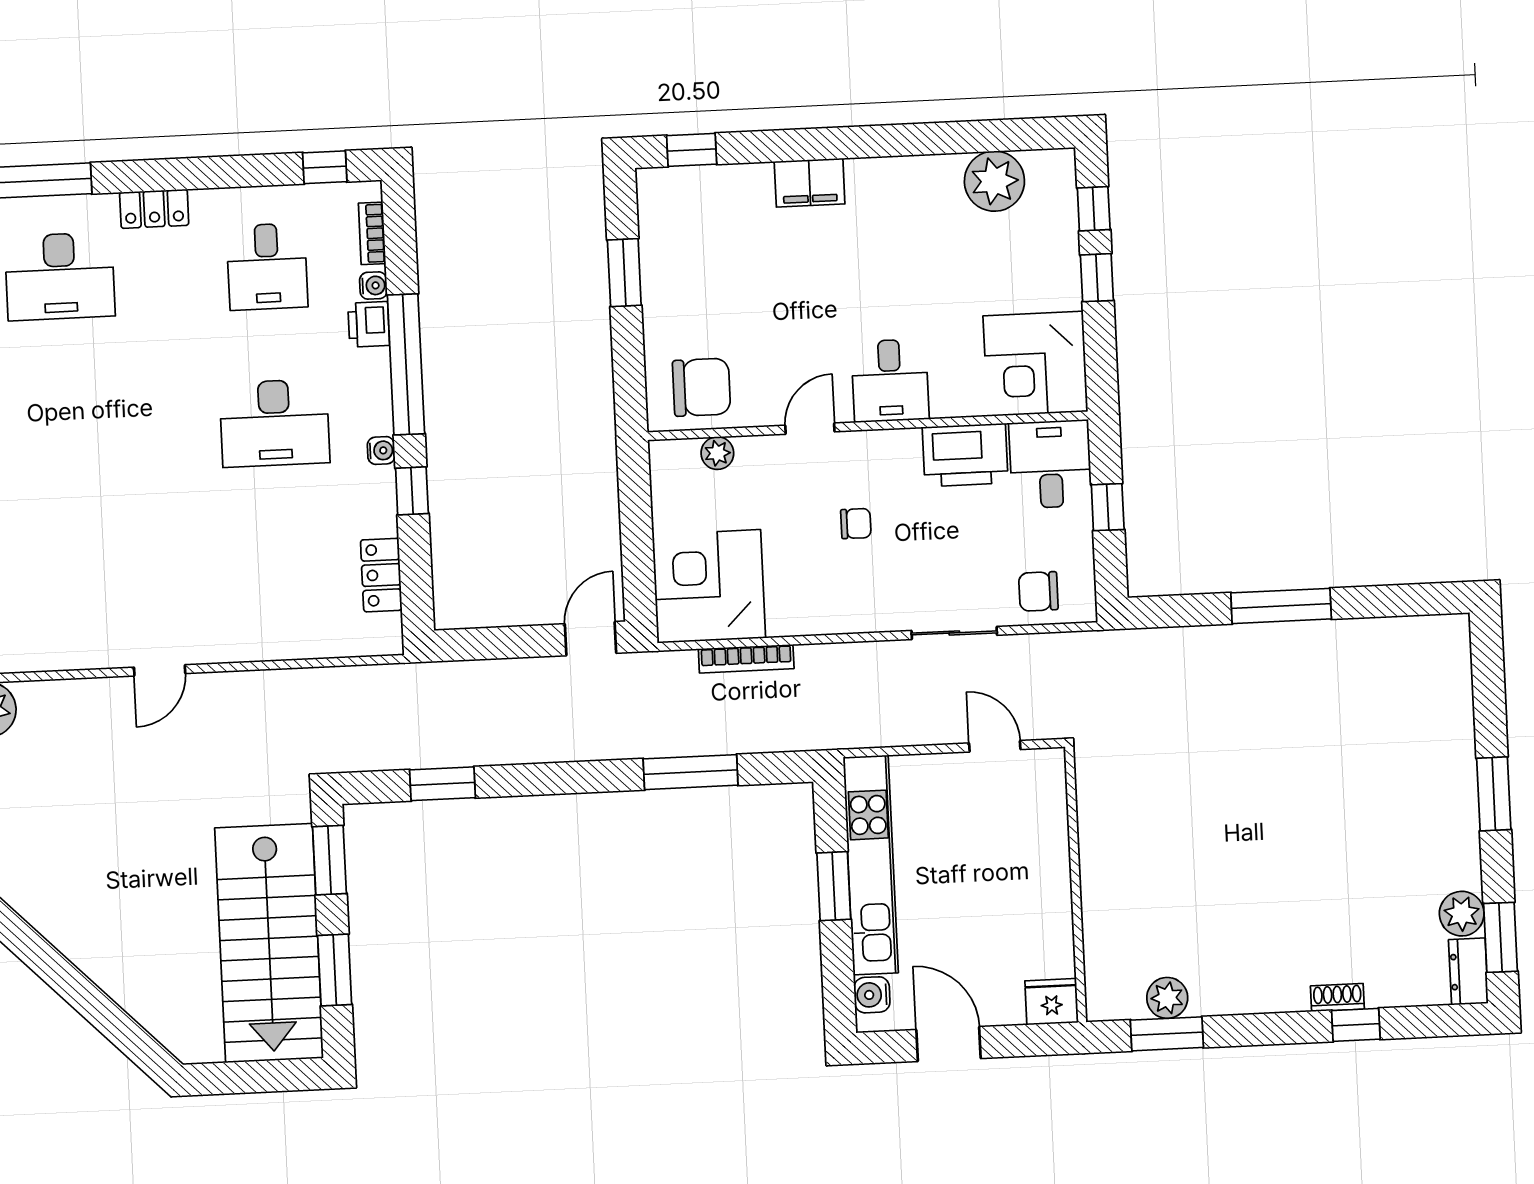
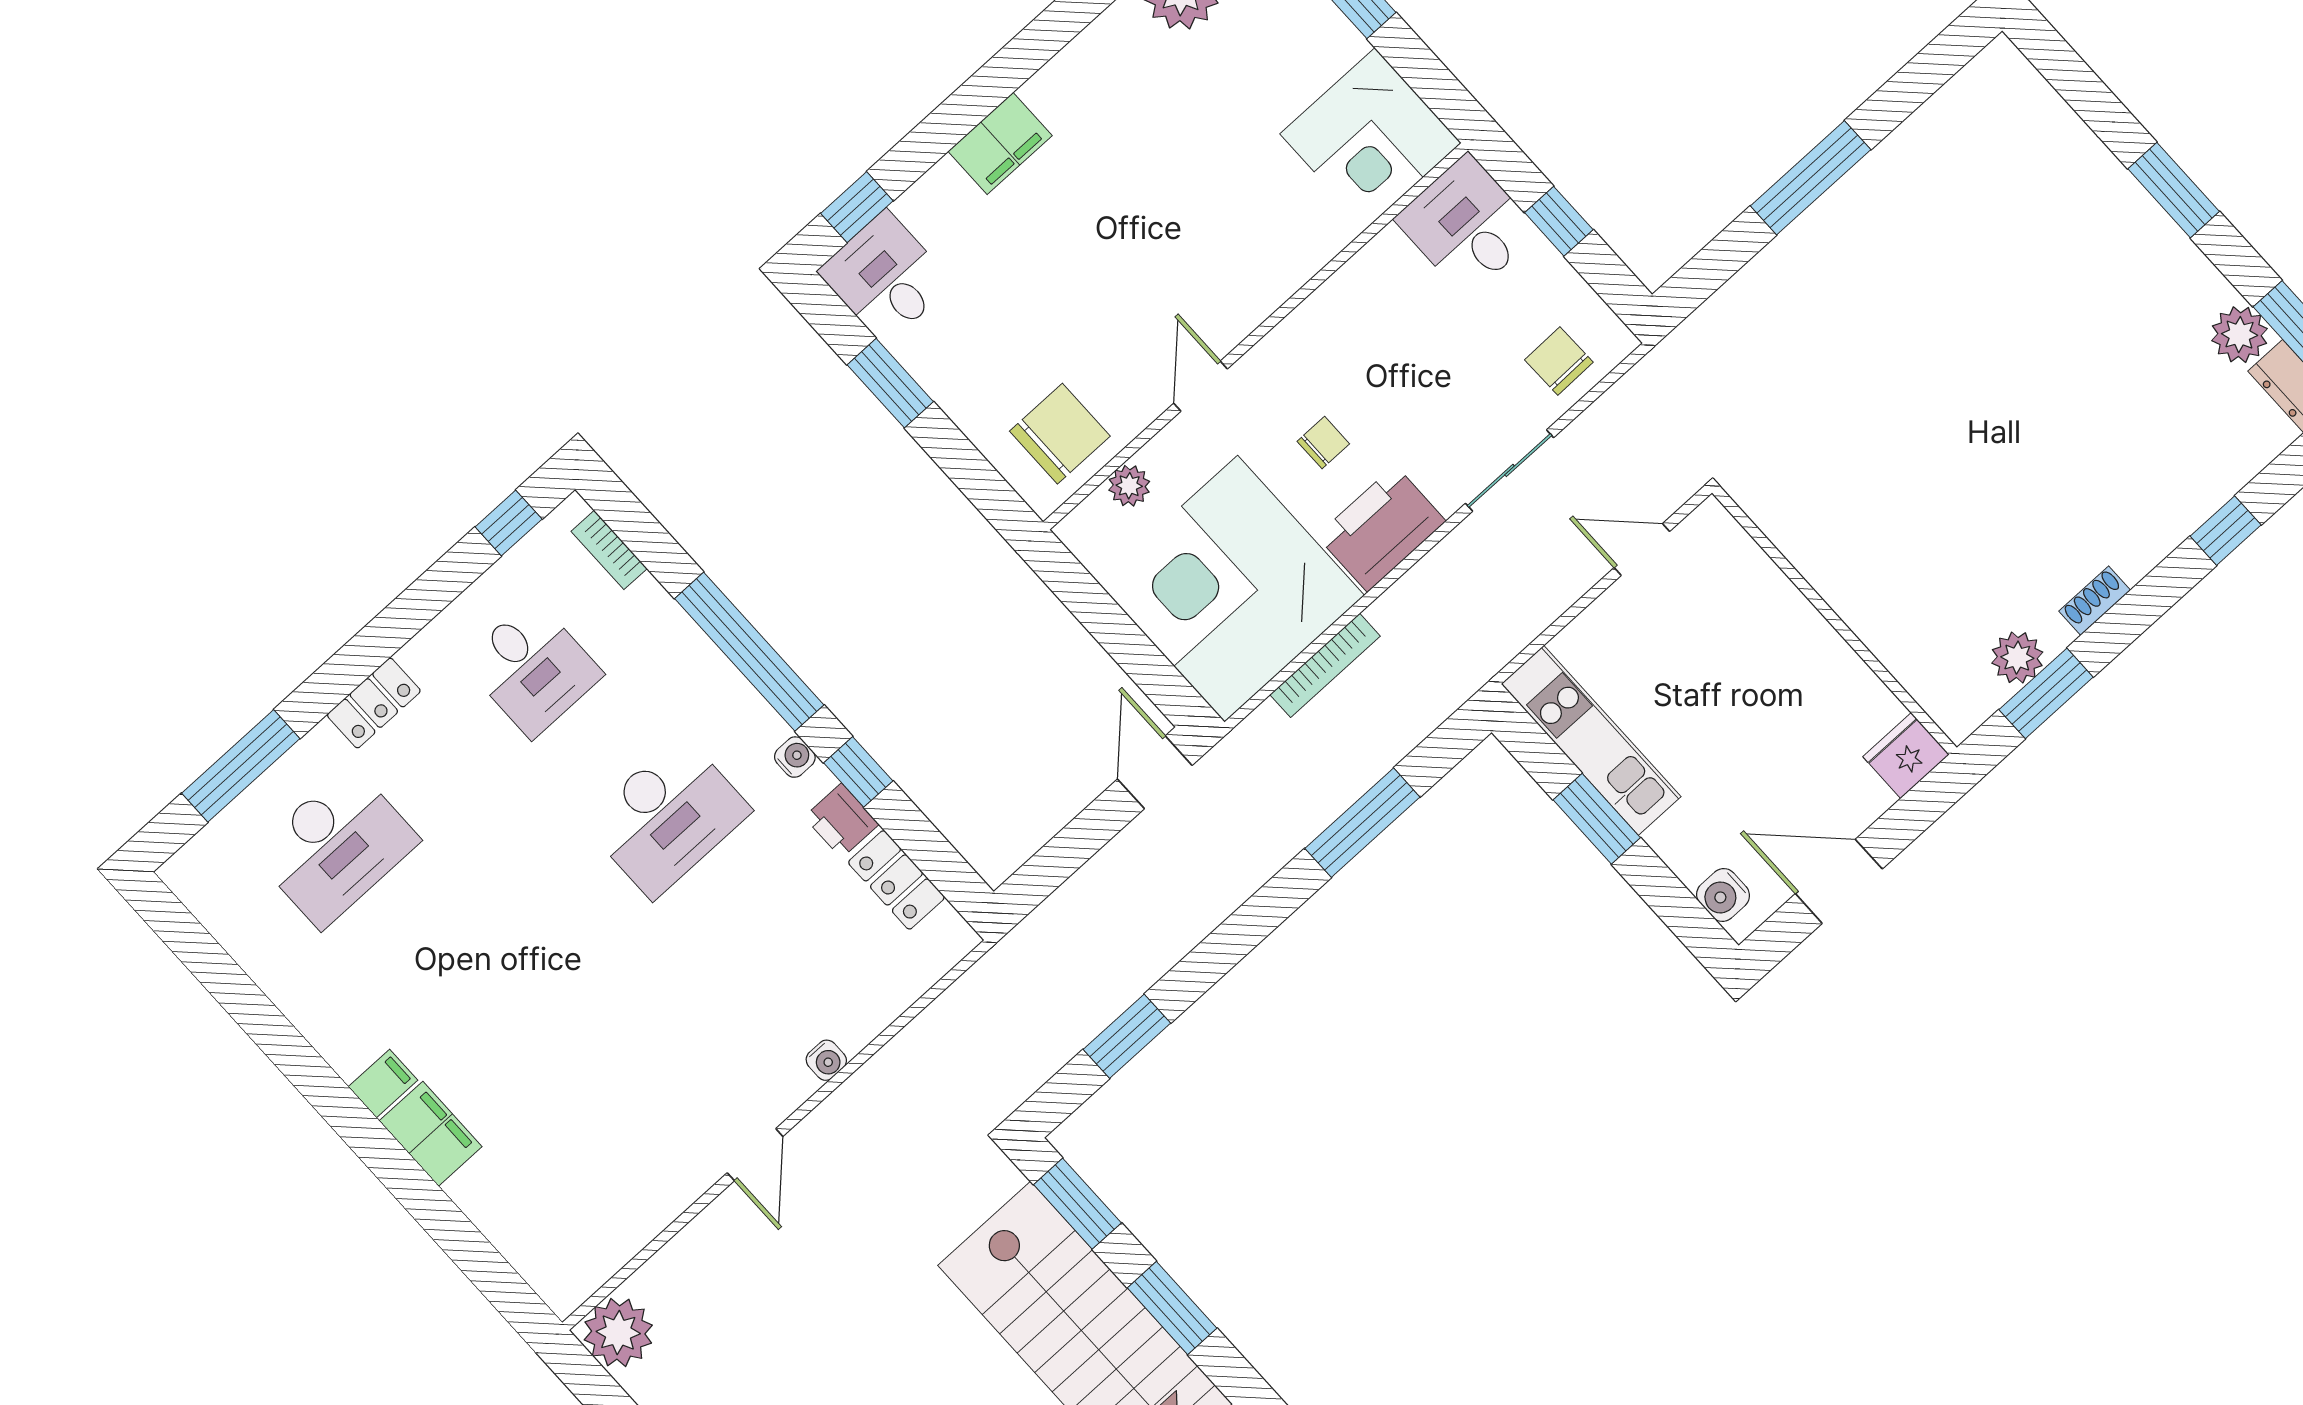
water cooler: (373, 286) -> (826, 1060), moved, turned 90
printer: (369, 324) -> (841, 821), moved
desk: (890, 381) -> (886, 277), moved, turned 180
printer: (965, 455) -> (1381, 529), moved, turned 180
corner desk: (709, 586) -> (1231, 589), width x1.36, depth x1.36
chair: (1038, 591) -> (1559, 361), turned 89
kitchen unit: (871, 865) -> (1591, 740), width x0.73
shoe rack: (1337, 998) -> (2095, 601), moved

